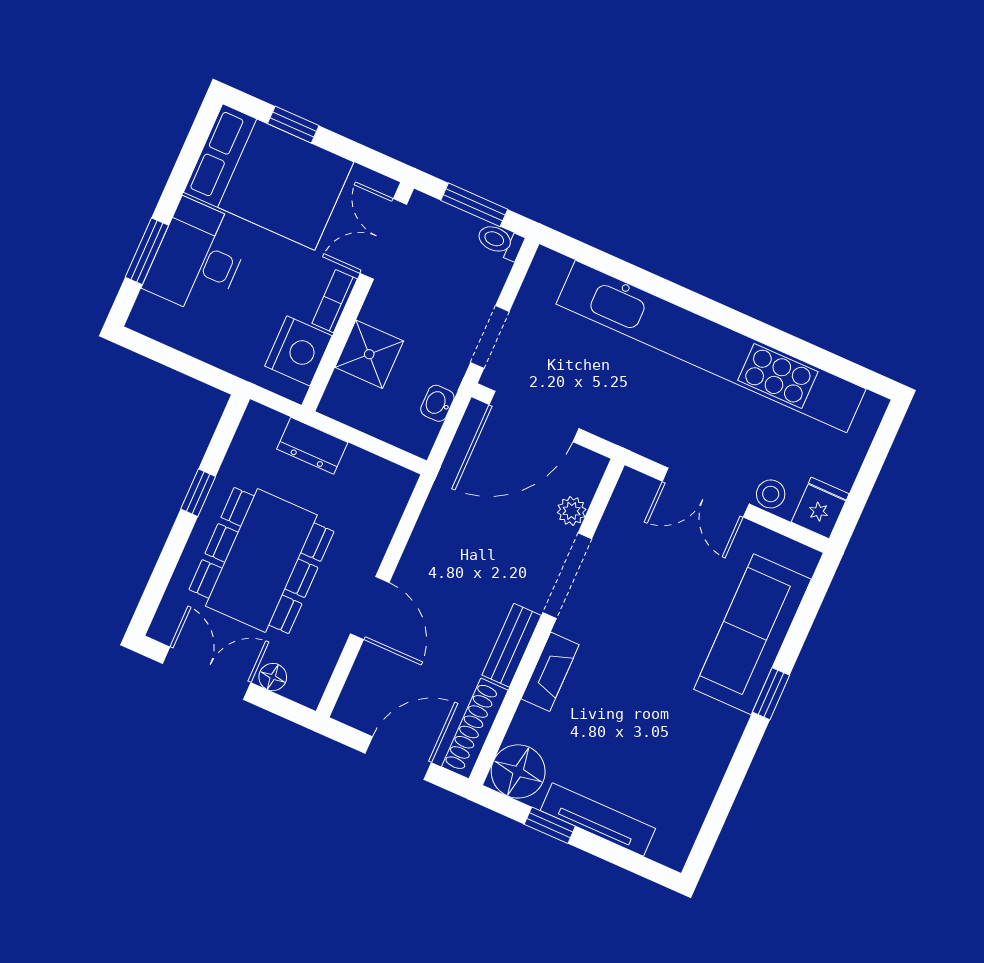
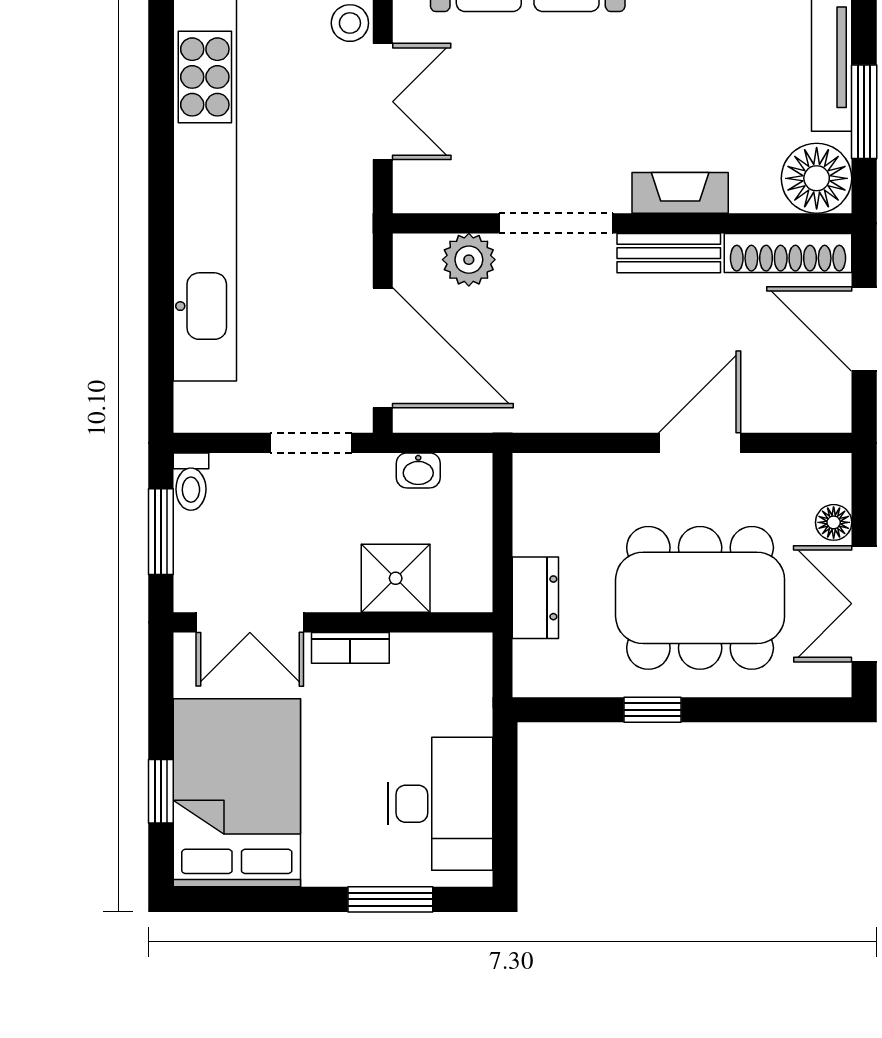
desk: (198, 258) -> (440, 804), moved, turned -90
nightstand: (298, 351) -> (429, 665), removed
plant: (572, 511) -> (469, 260), width x1.38, depth x1.38
window: (550, 825) -> (864, 112), width x1.50

